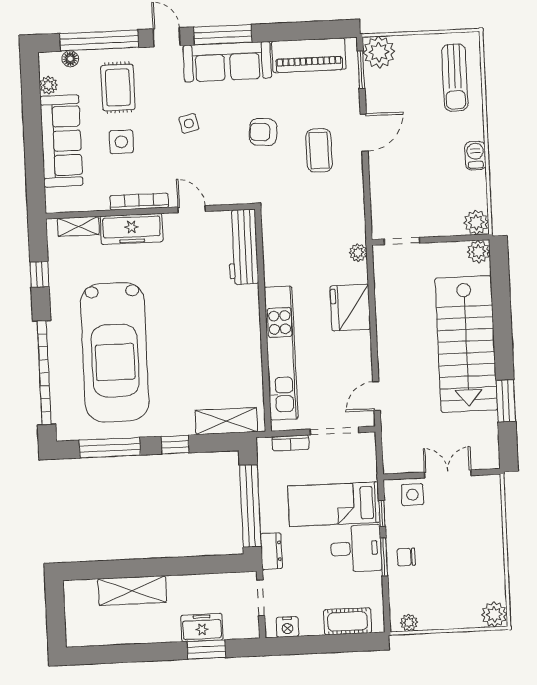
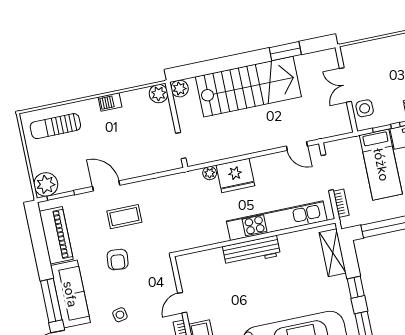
sun lounger: (455, 78) -> (55, 126), turned 180
workbench: (243, 247) -> (251, 251), moved
plant: (358, 253) -> (210, 173), moved

